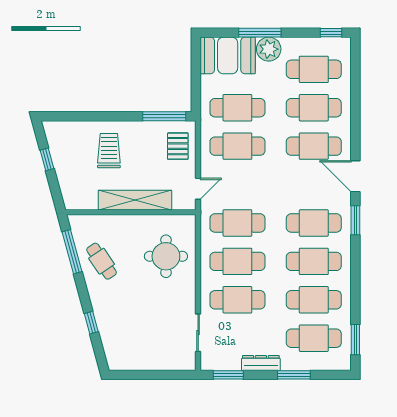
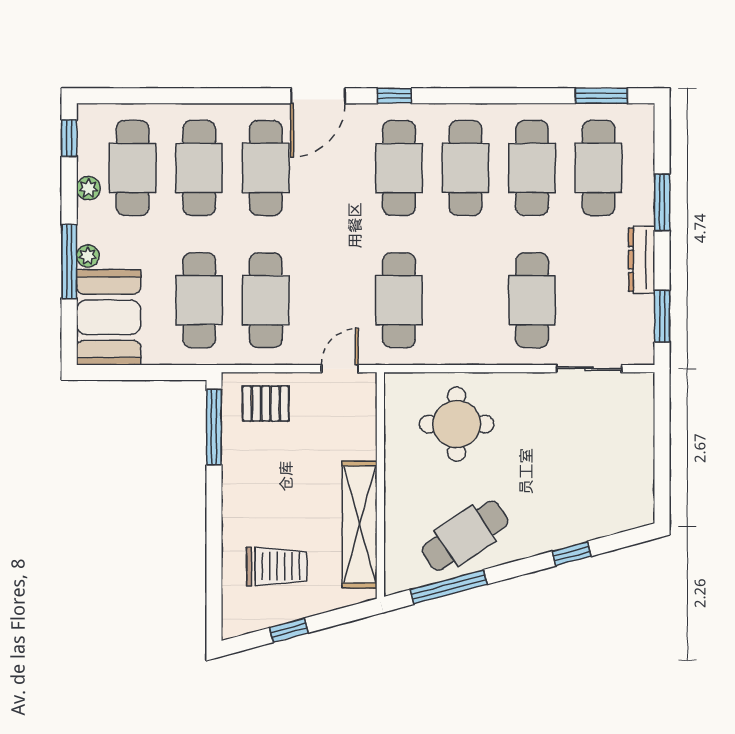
plant: (302, 44) -> (88, 188), added
plant: (269, 49) -> (88, 256), width x0.53, depth x0.53
trolley: (109, 151) -> (277, 566), moved, turned 180
door: (198, 189) -> (340, 369), hinge flipped
shelving: (135, 200) -> (360, 525), moved
window: (355, 220) -> (394, 96), width x0.67
cafe table: (102, 261) -> (465, 536), width x1.37, depth x1.35
cafe table: (237, 261) -> (465, 300), removed

